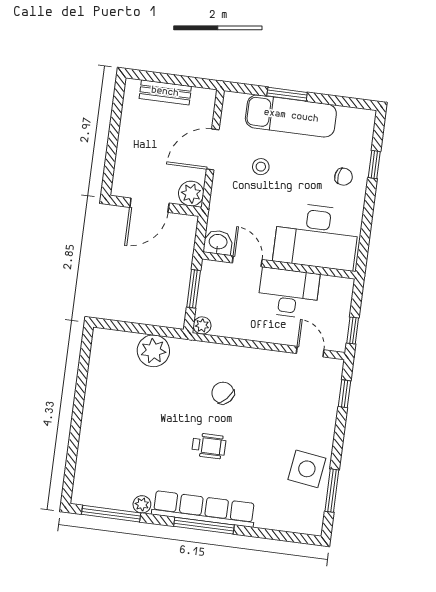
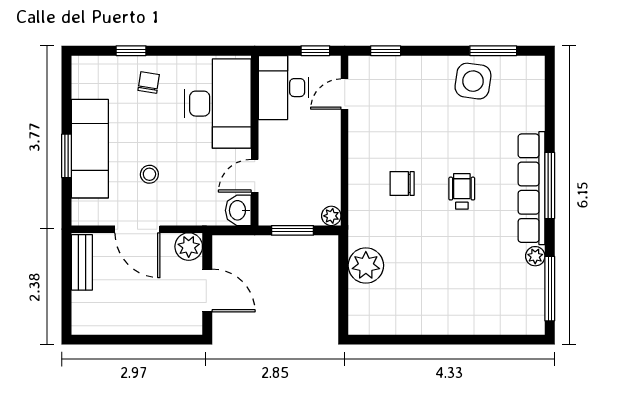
bench: (165, 92) -> (82, 262), moved
desk: (288, 293) -> (284, 88), moved
chair: (223, 393) -> (402, 184), turned 48

